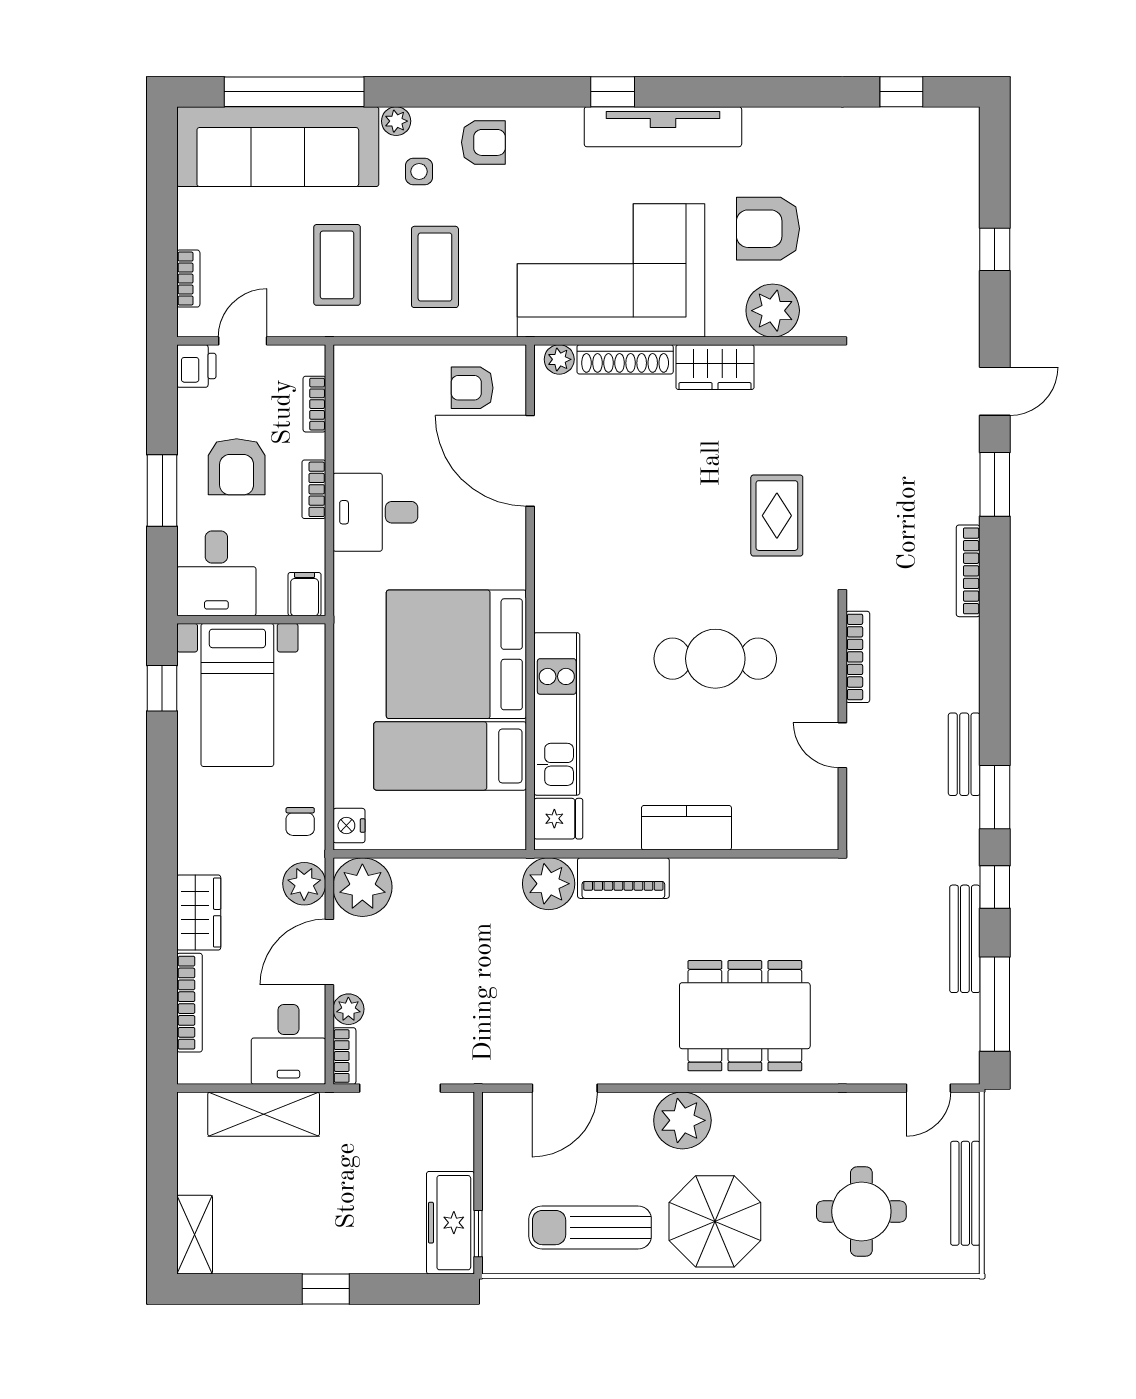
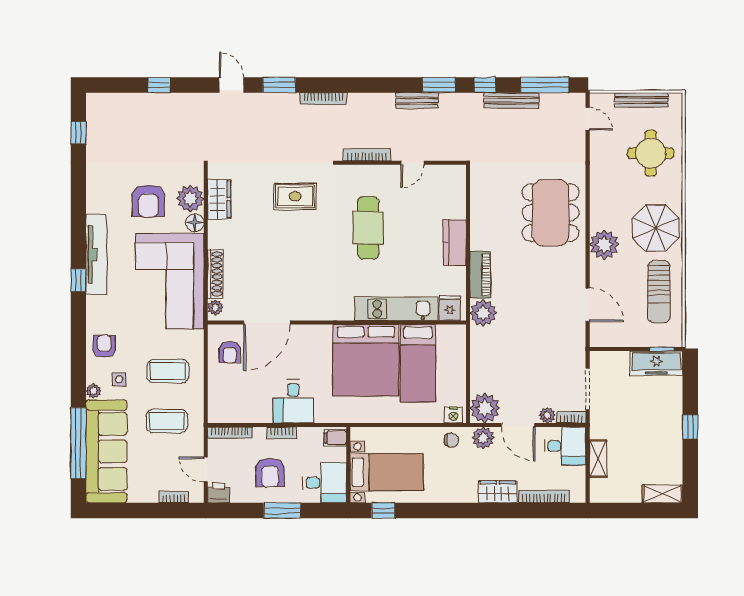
floor lamp: (725, 319) -> (195, 223), added
wardrobe: (715, 367) -> (219, 199), moved
bookcase: (314, 404) -> (230, 433), width x1.56
armchair: (237, 467) -> (270, 472), turned 90
shelving: (264, 1114) -> (598, 459), width x0.67, depth x0.75

